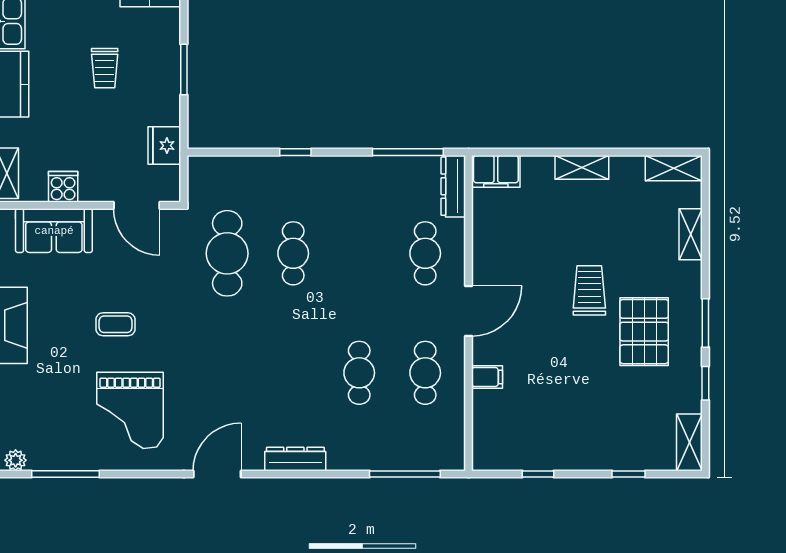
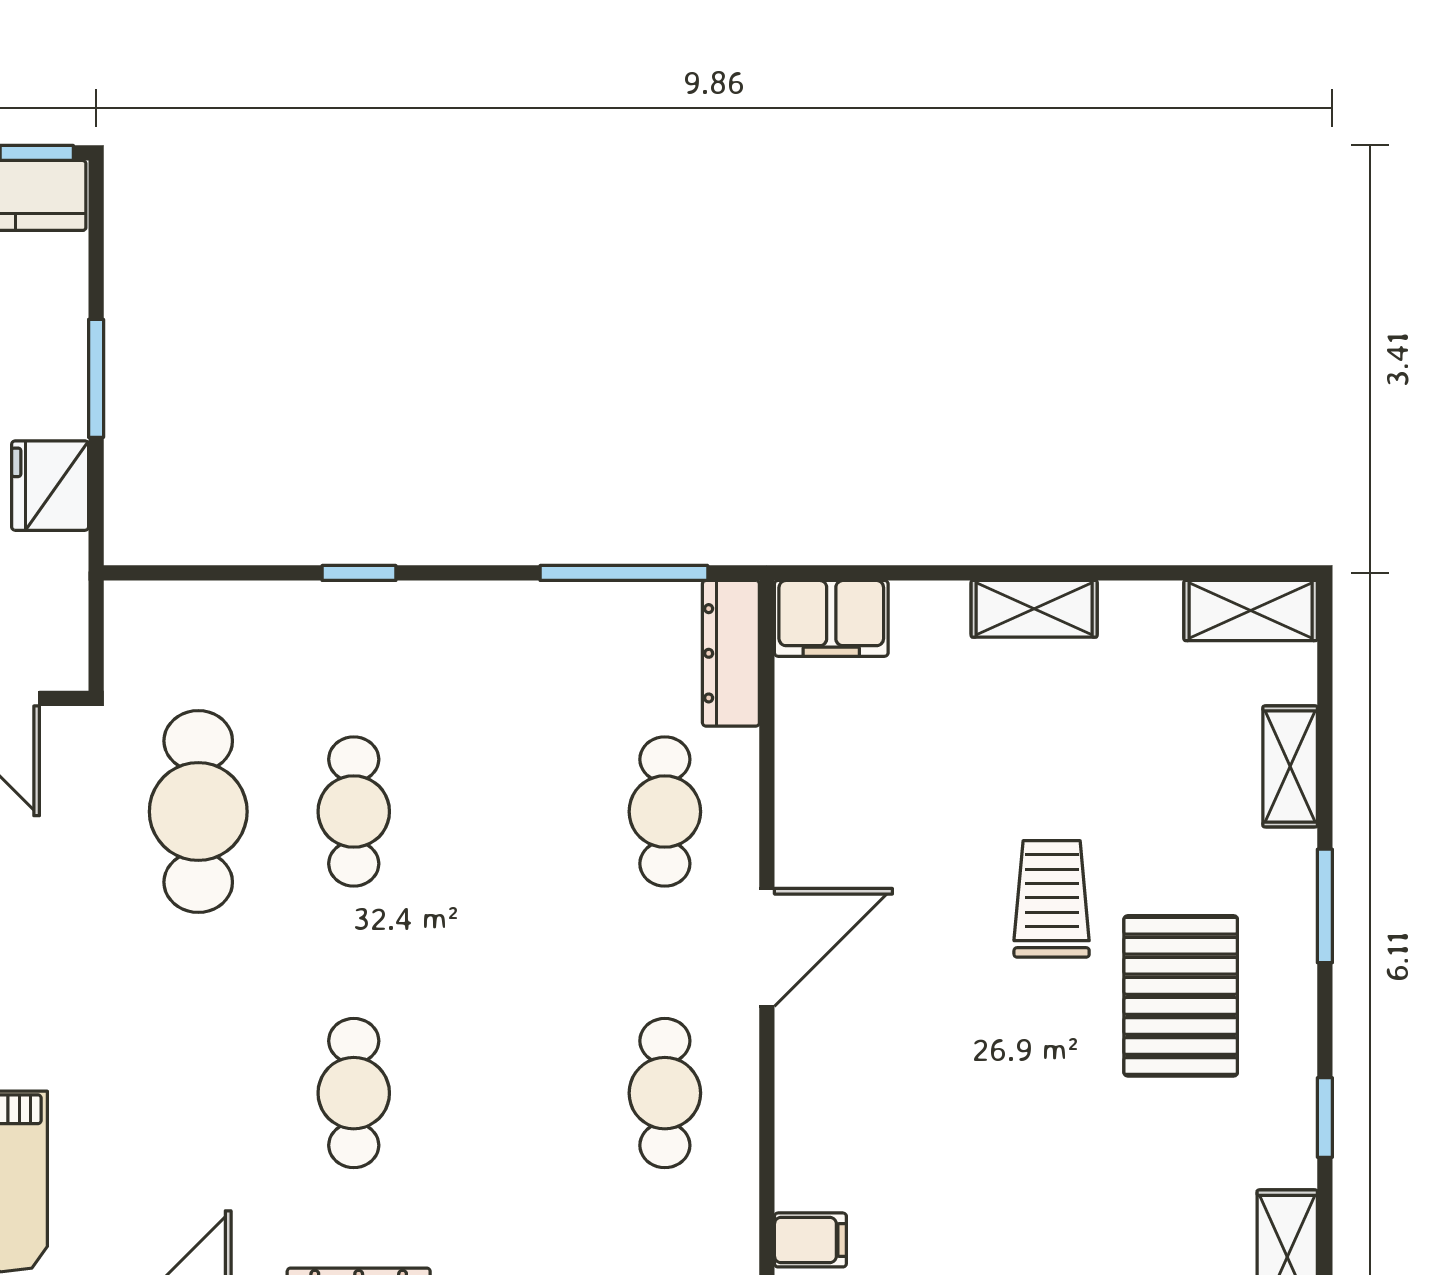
fridge: (164, 146) -> (50, 486), moved
window: (705, 323) -> (1325, 906), moved
cafe table: (359, 373) -> (354, 1093), moved
filing cabinet: (487, 377) -> (810, 1240), moved

